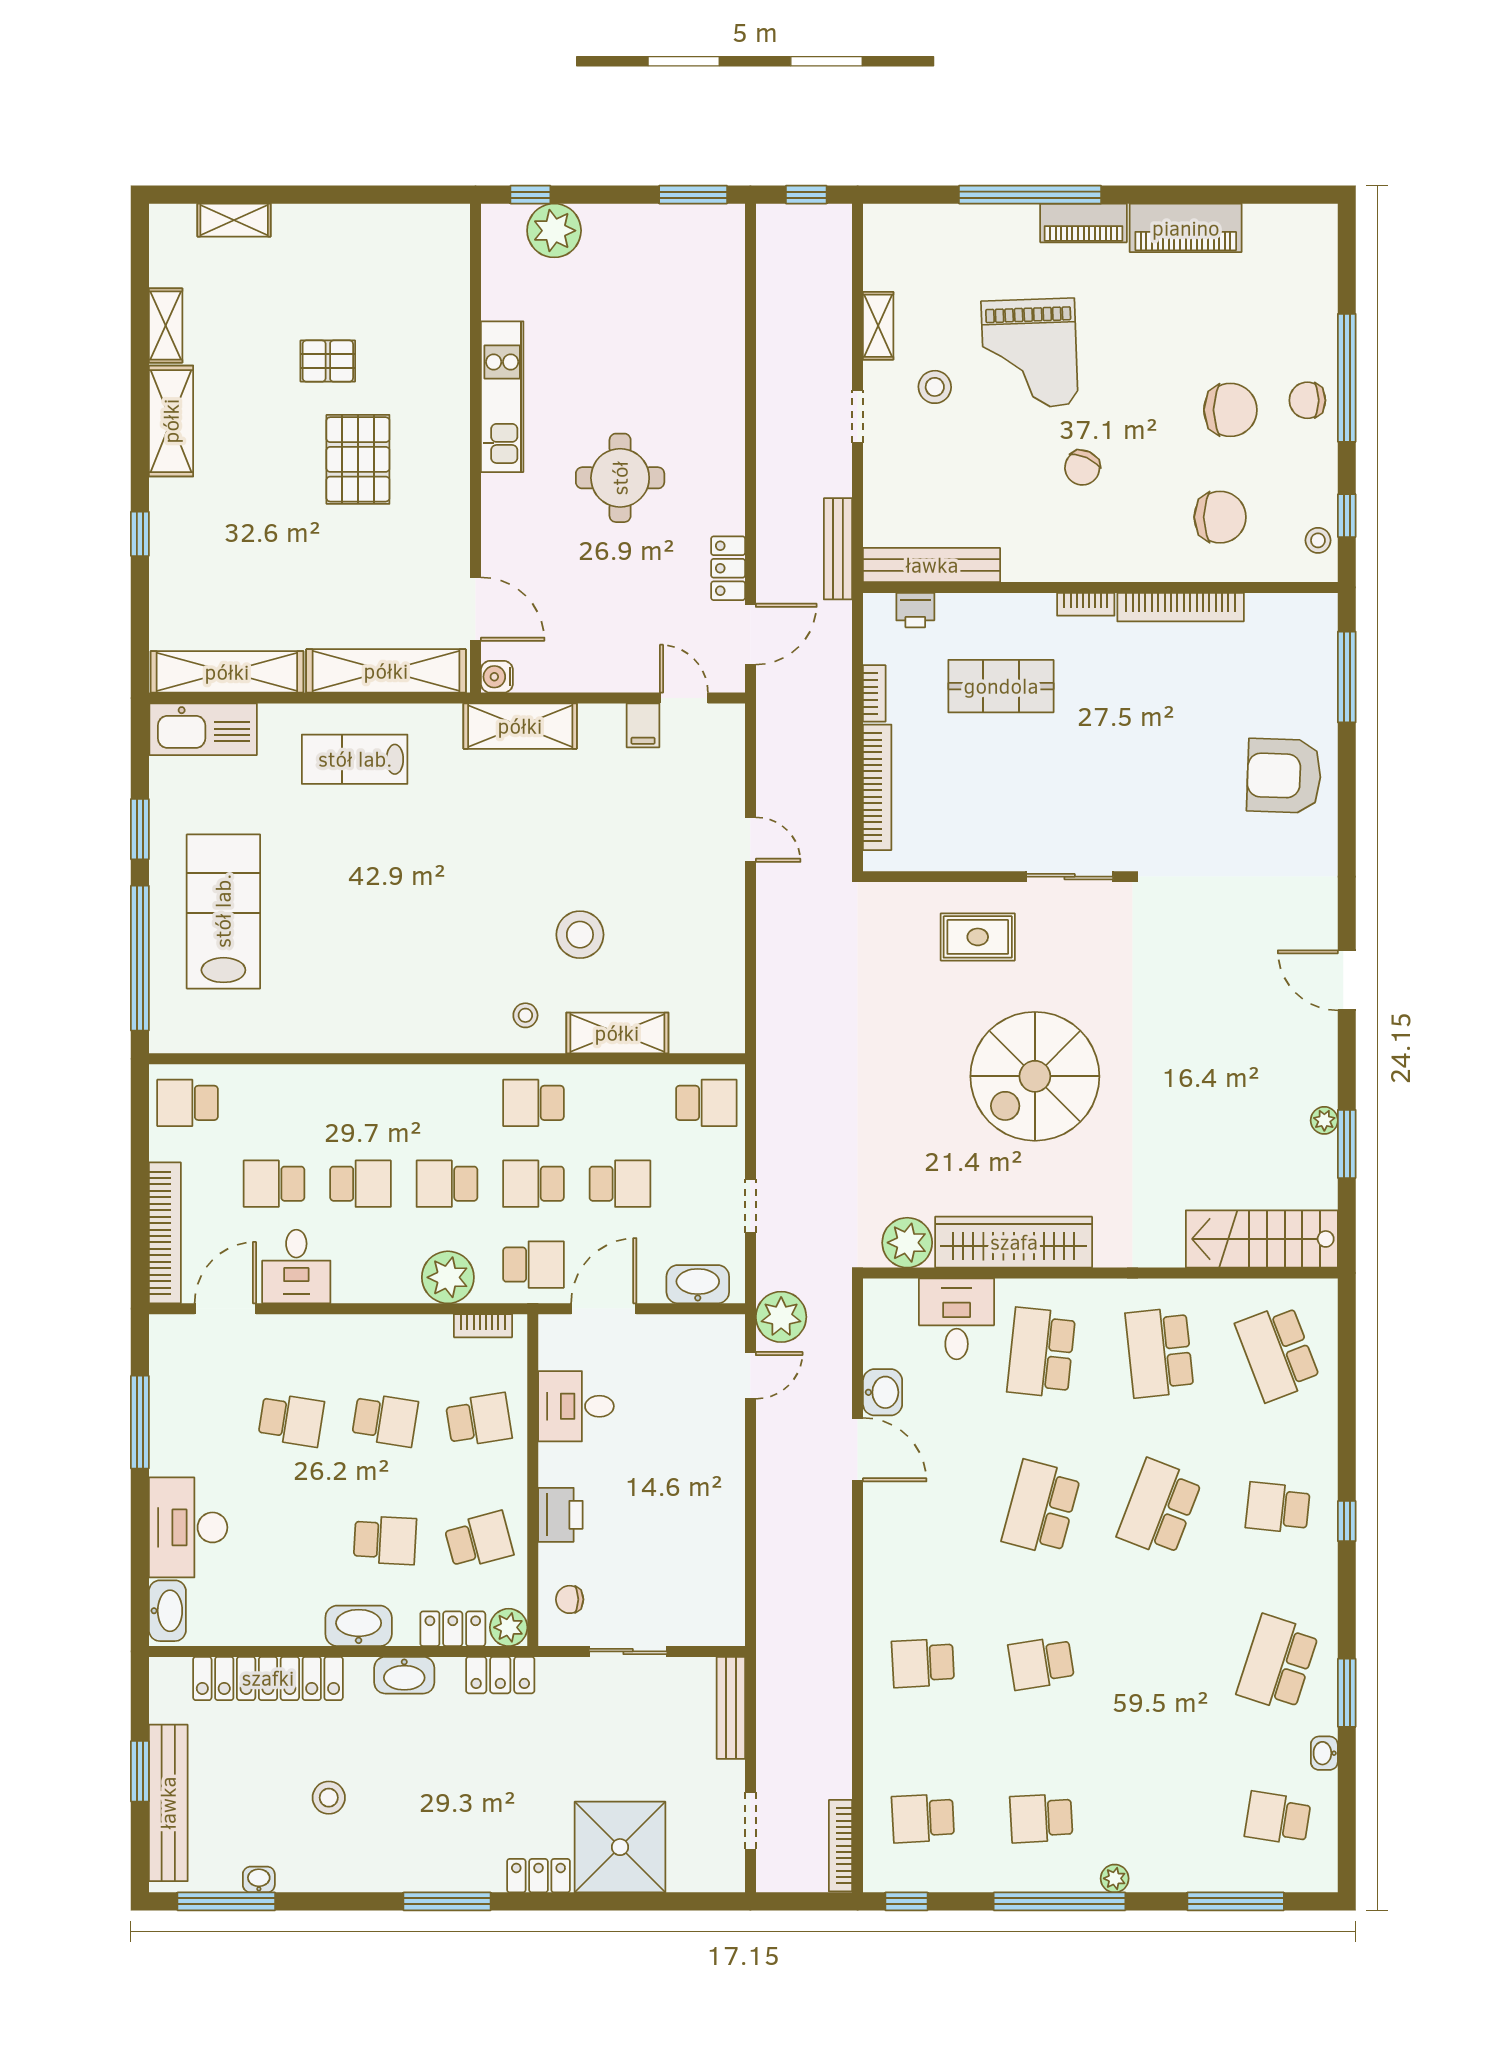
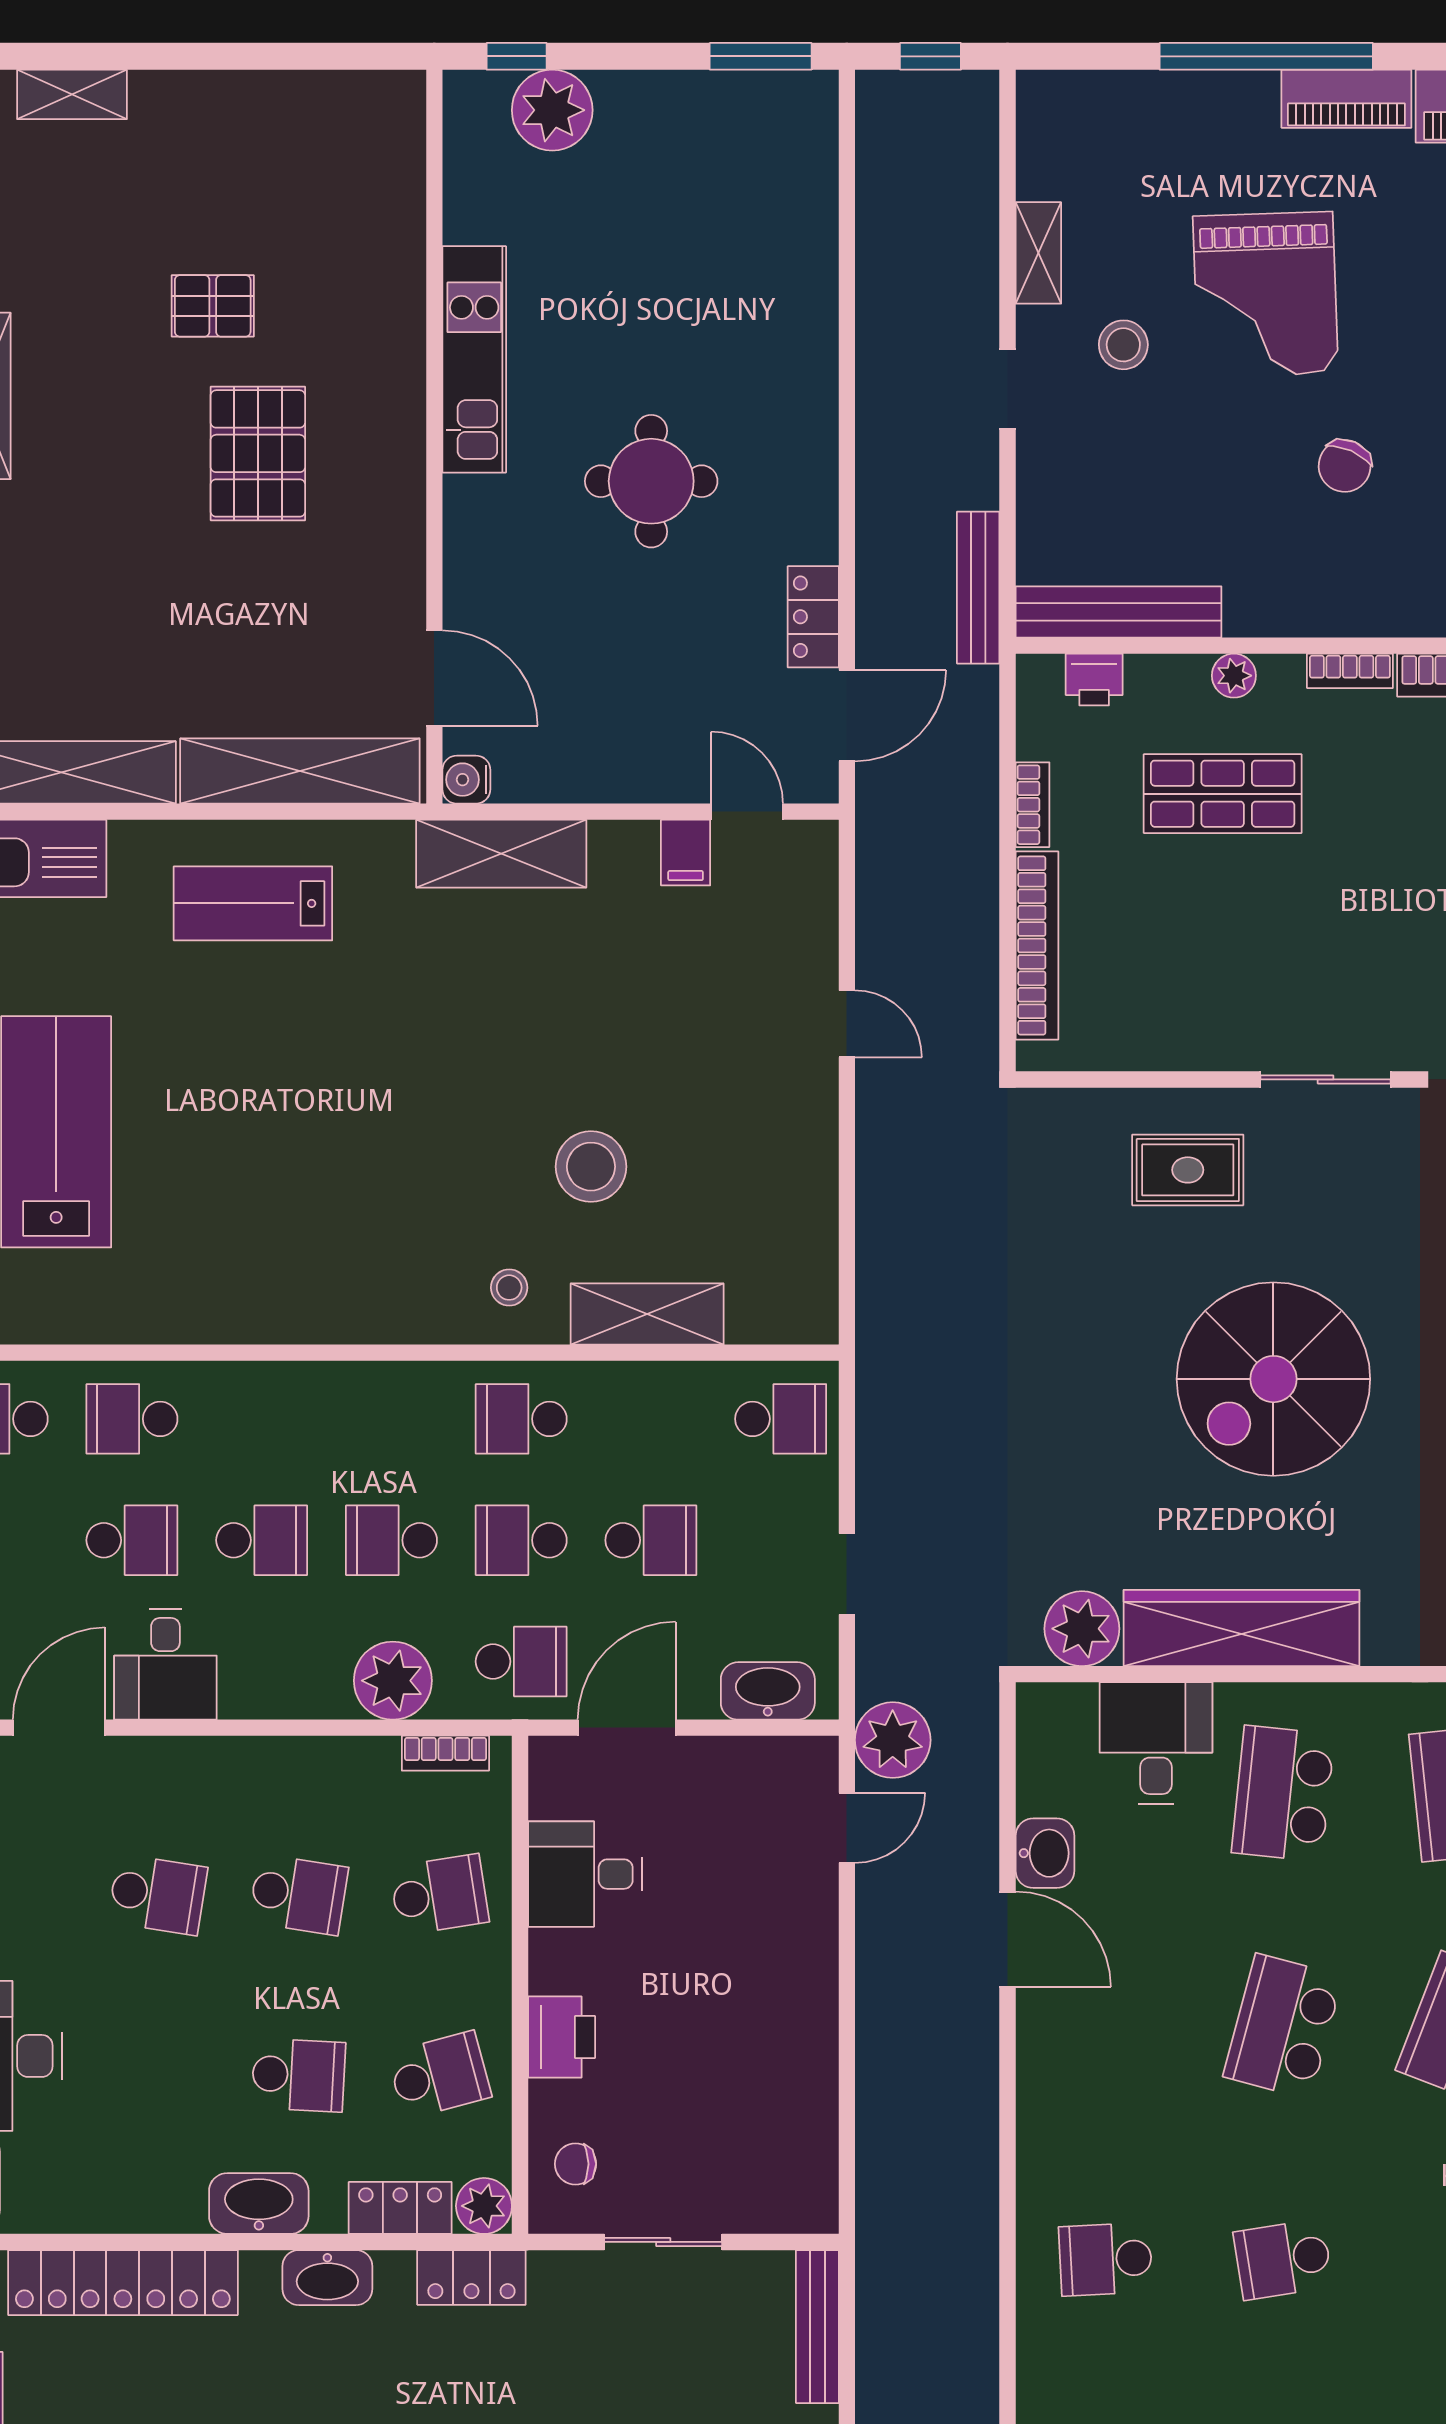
plant: (1008, 607) -> (1234, 676), added
school desk: (274, 1103) -> (132, 1419), added
school desk: (274, 1184) -> (132, 1540), turned 180

